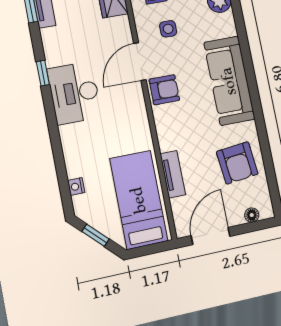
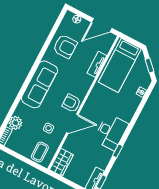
armchair: (237, 163) -> (65, 46), turned 96

